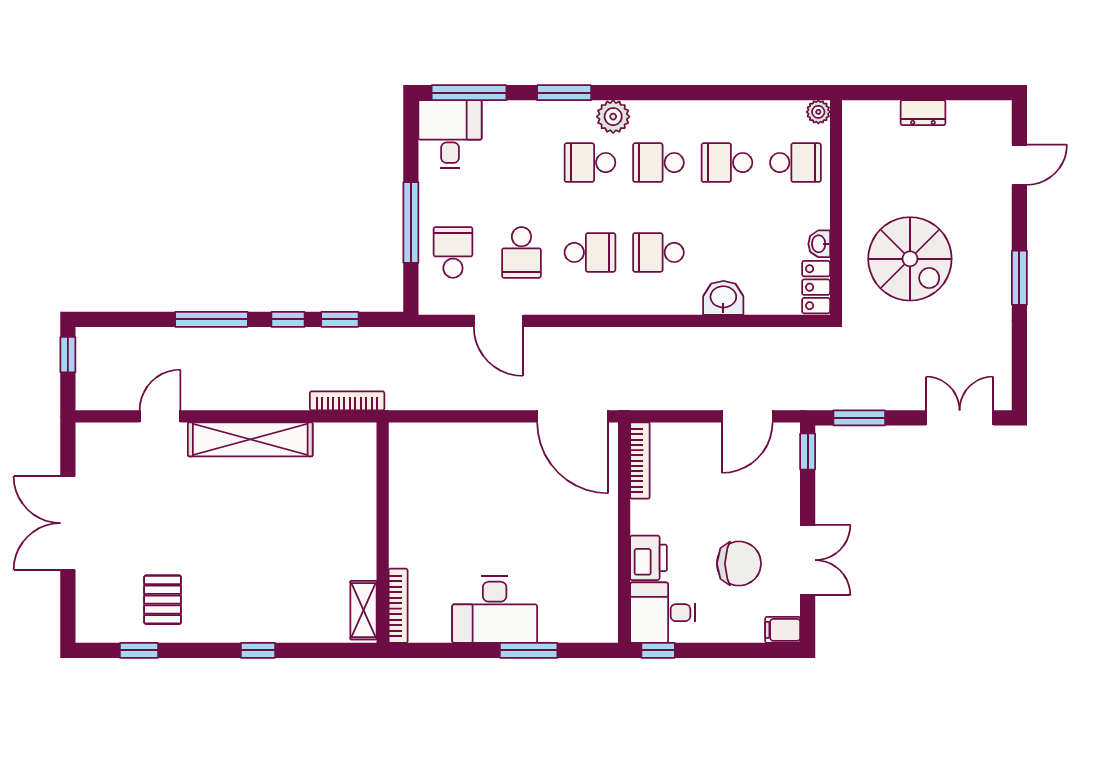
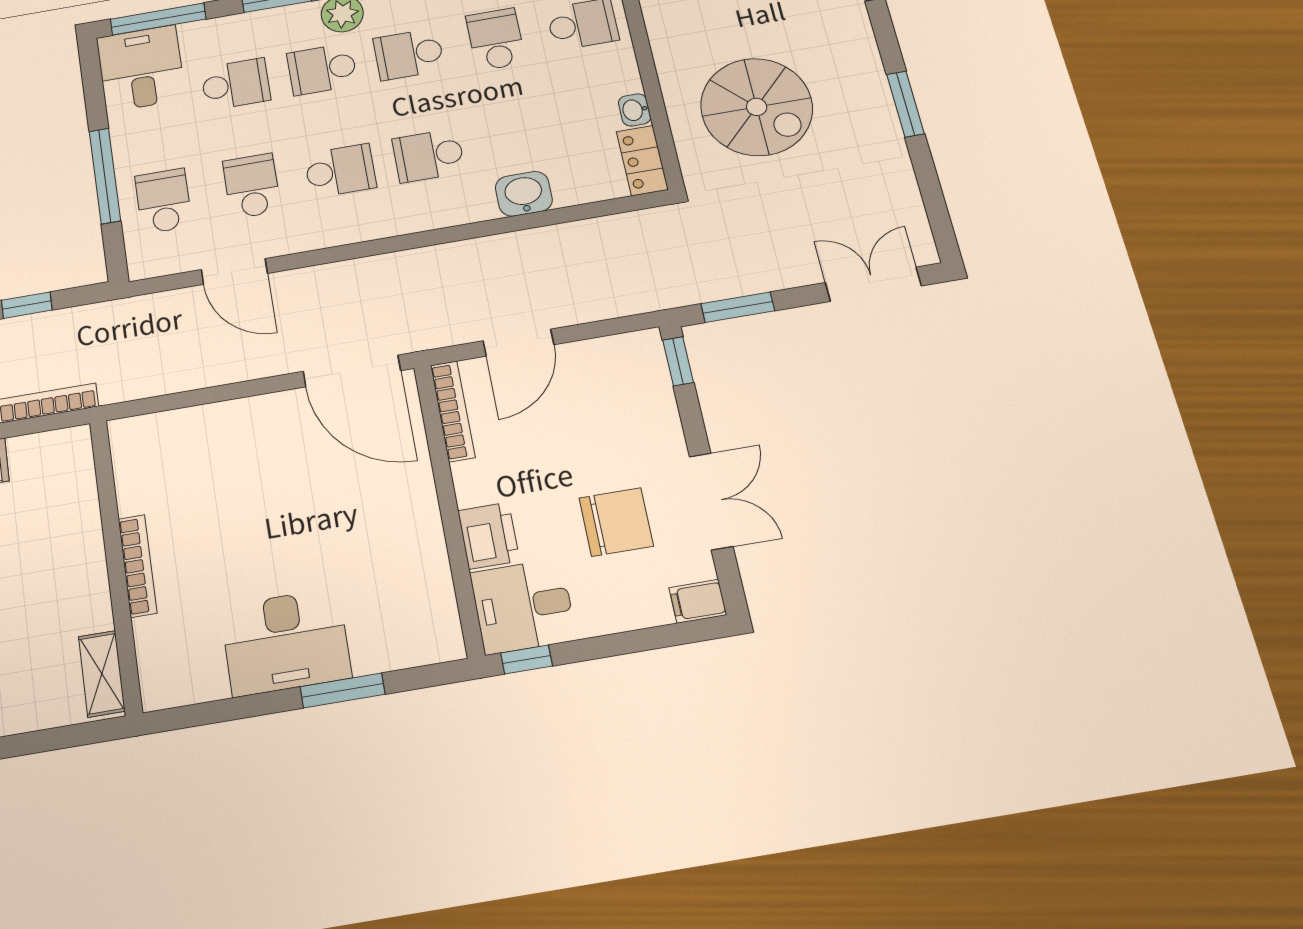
school desk: (521, 163) -> (236, 84), added
school desk: (727, 163) -> (496, 39), turned 90
school desk: (521, 252) -> (252, 186), turned 180
door: (747, 416) -> (518, 343), moved
bookcase: (398, 606) -> (138, 566), moved

